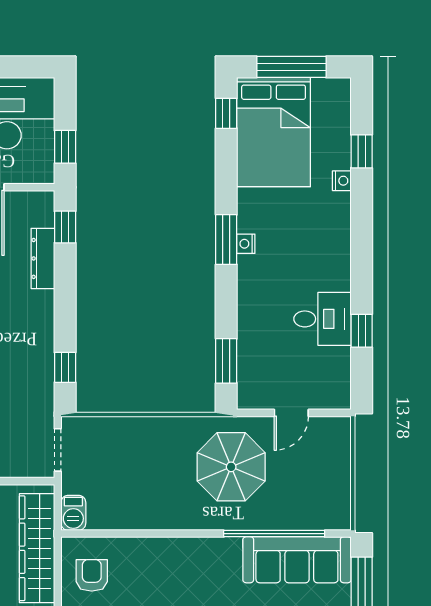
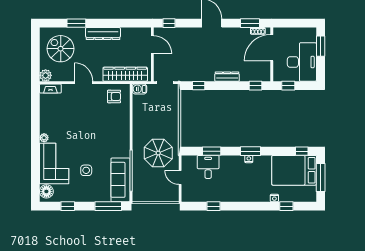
dresser: (43, 258) -> (227, 77), moved
desk: (322, 319) -> (208, 167), moved, turned 180
window: (226, 361) -> (212, 151), moved

